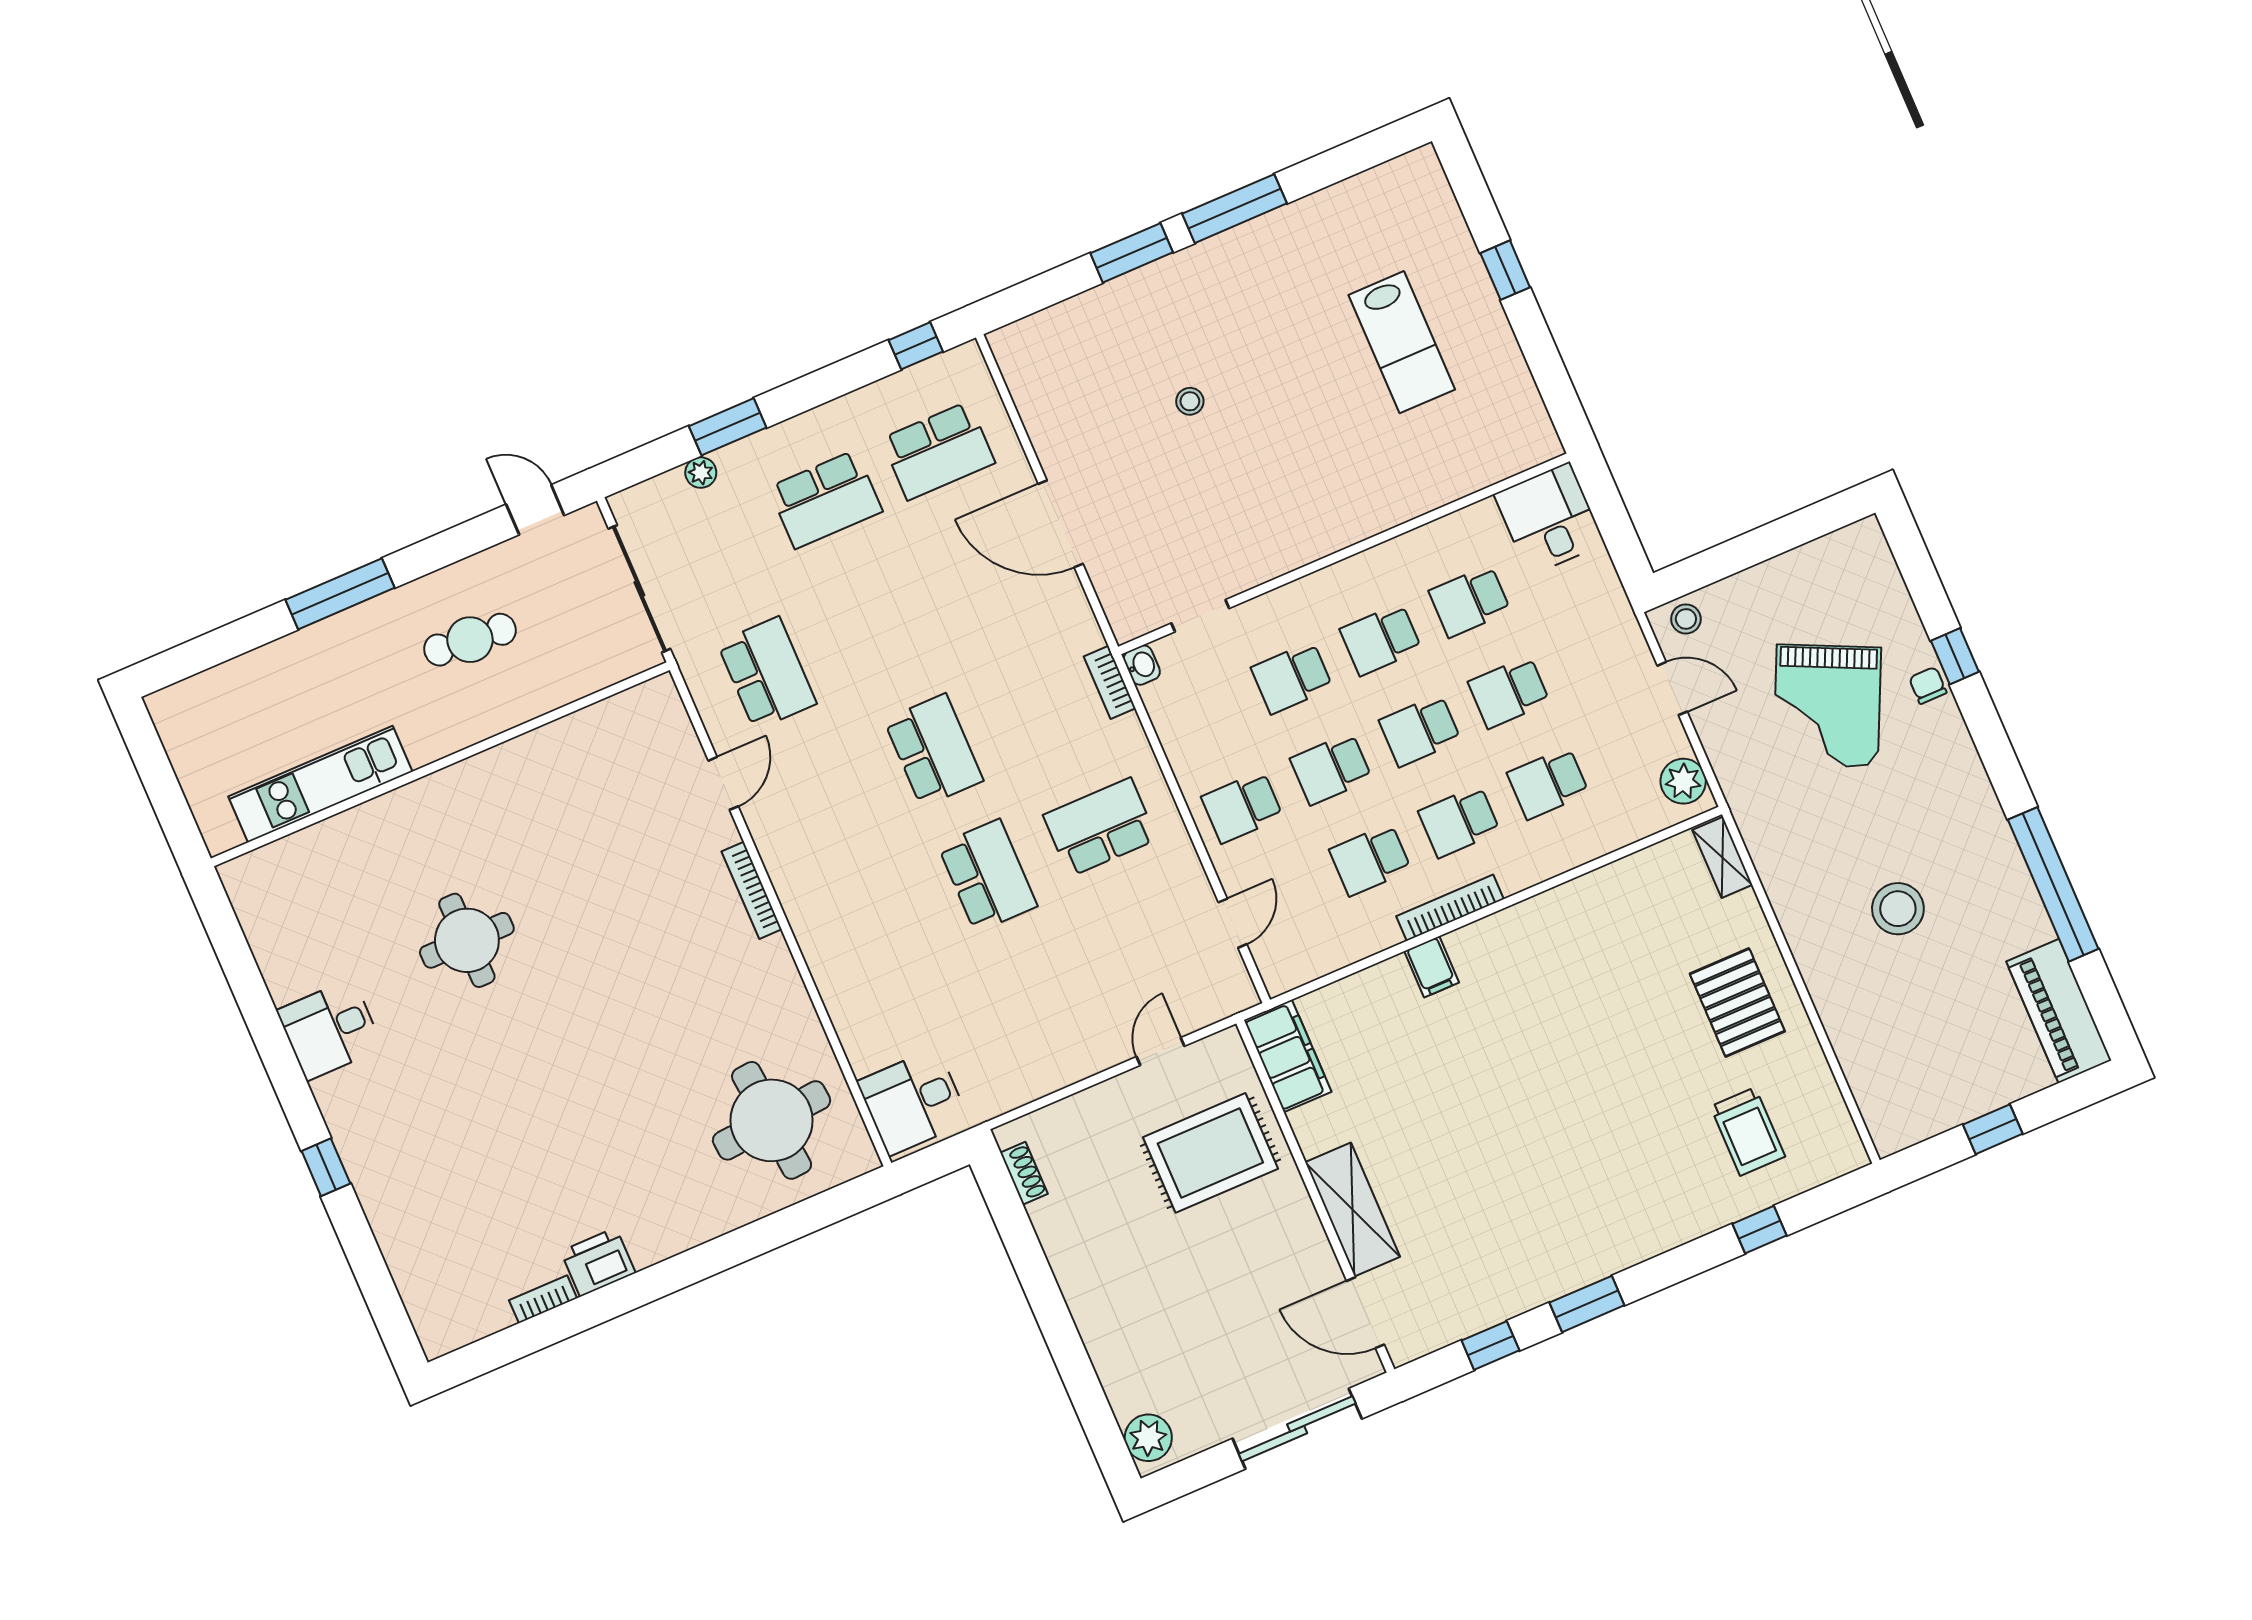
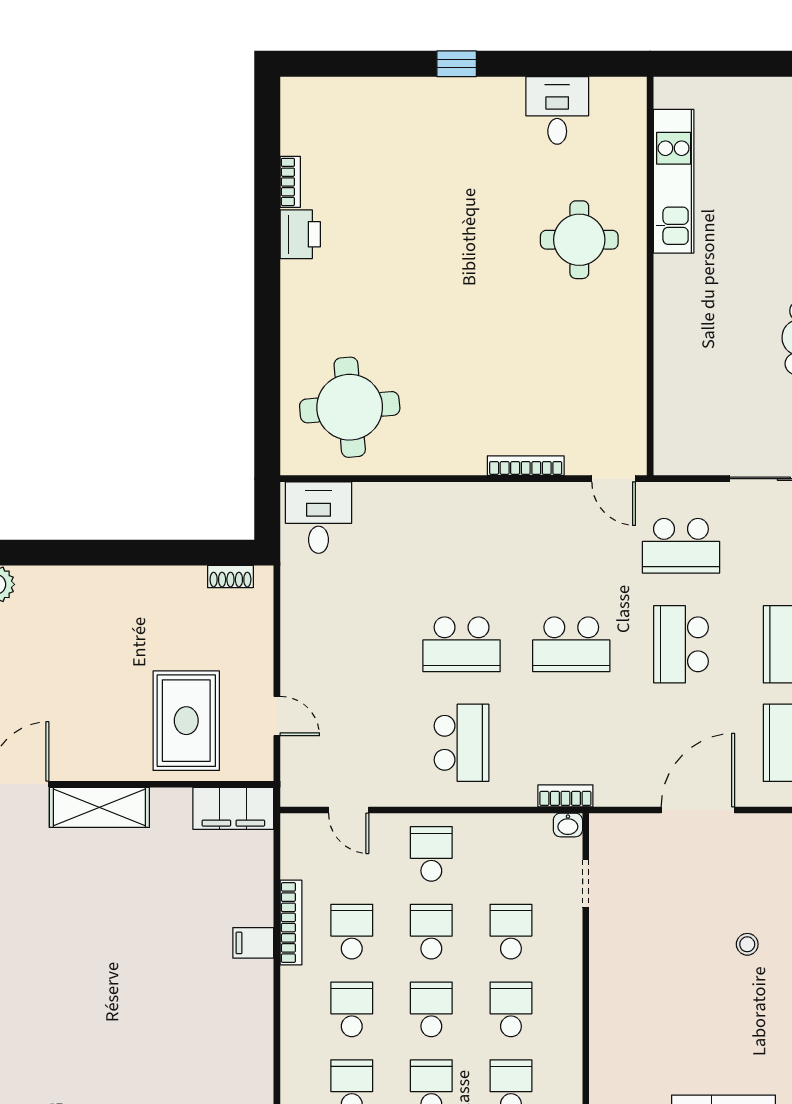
school desk: (879, 625) -> (681, 644), added
wall: (440, 764) -> (650, 276), moved
kitchen unit: (320, 784) -> (674, 181), moved
bookcase: (1450, 908) -> (291, 923), moved

